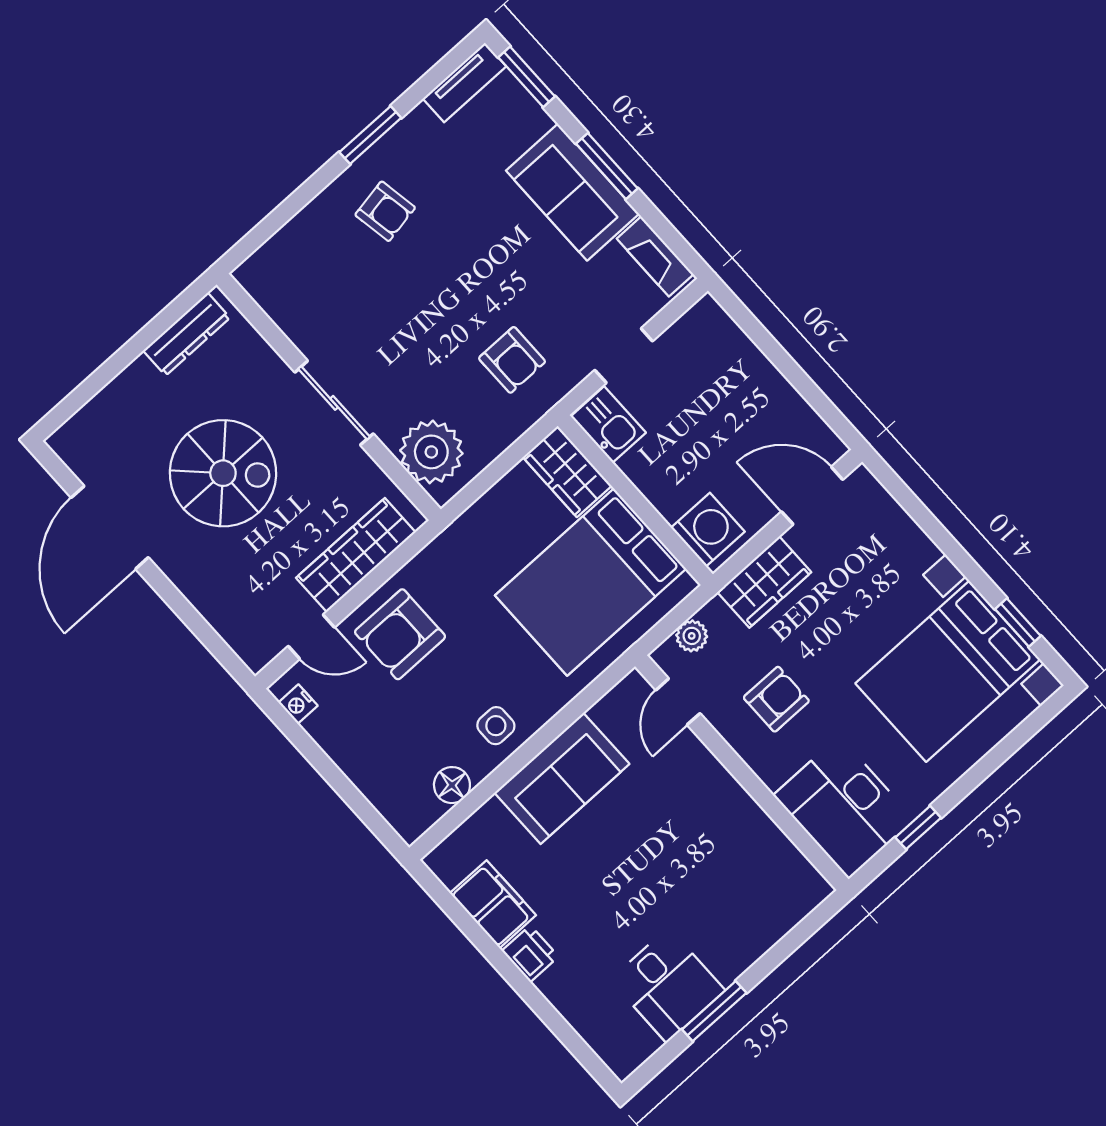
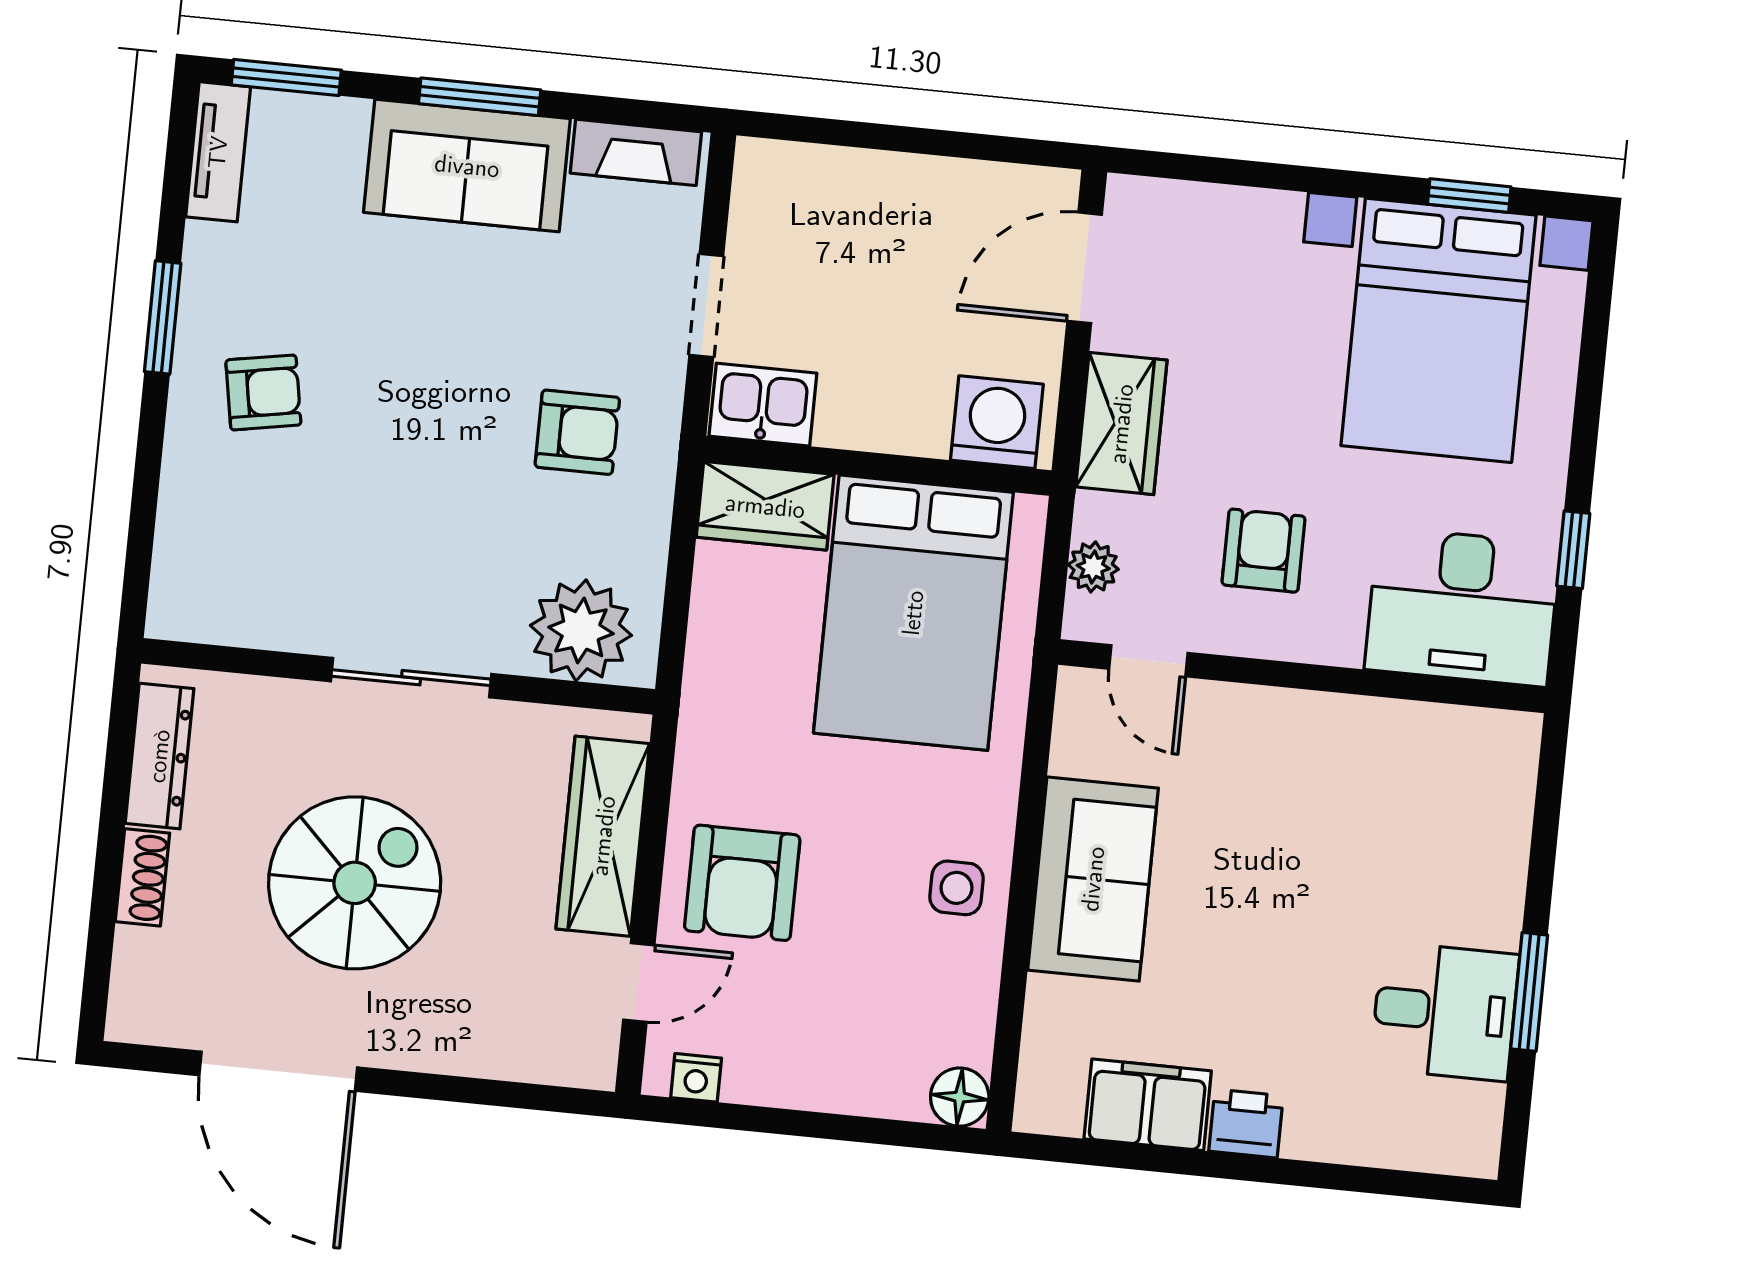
shoe rack: (128, 382) -> (142, 877), added
floor lamp: (452, 785) -> (960, 1097), moved

